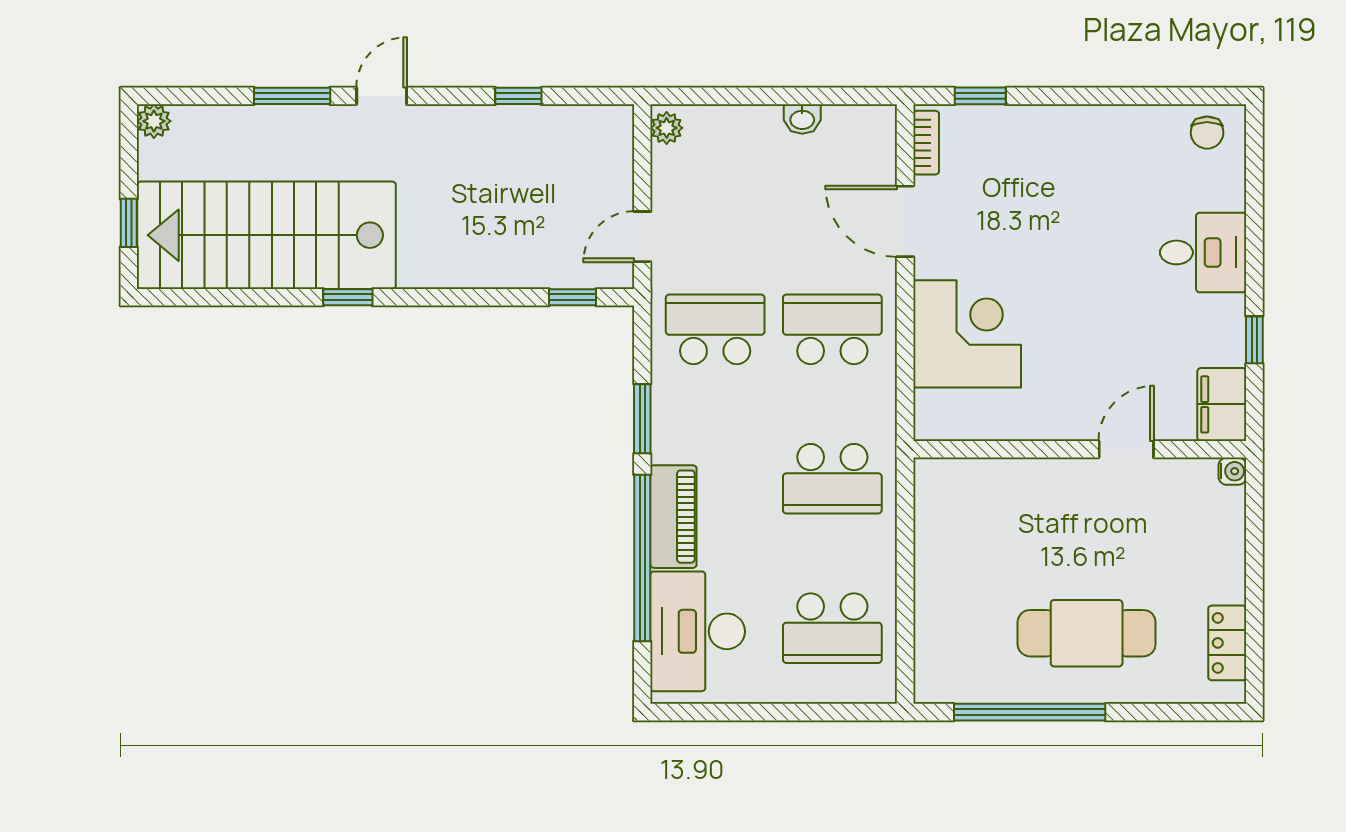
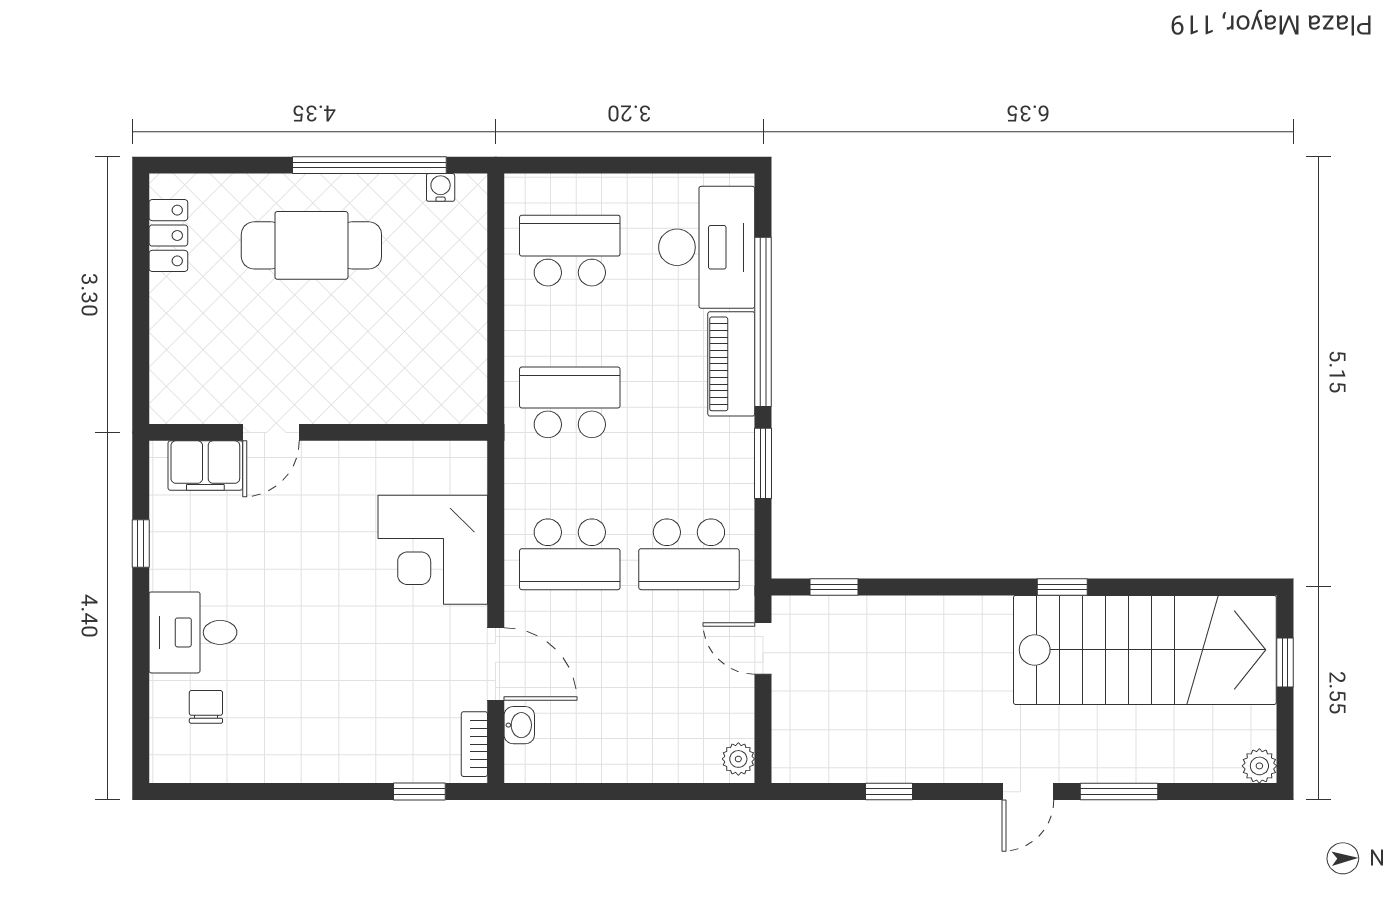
washbasin: (802, 119) -> (519, 725), moved, turned 90
chair: (1207, 133) -> (206, 707), moved
door: (642, 237) -> (763, 649), swing flipped
filing cabinet: (1222, 404) -> (205, 466), moved, turned 90
water cooler: (1232, 471) -> (441, 187), moved, turned 90

